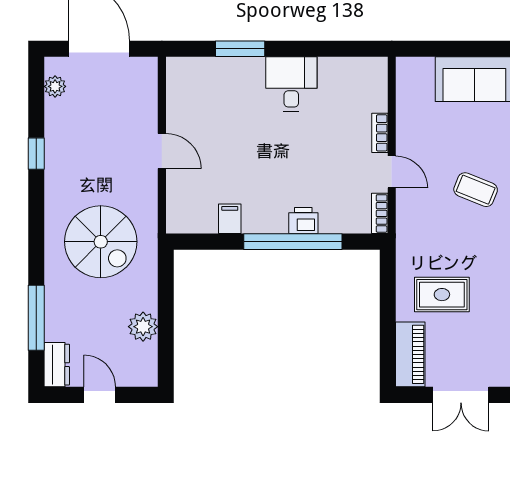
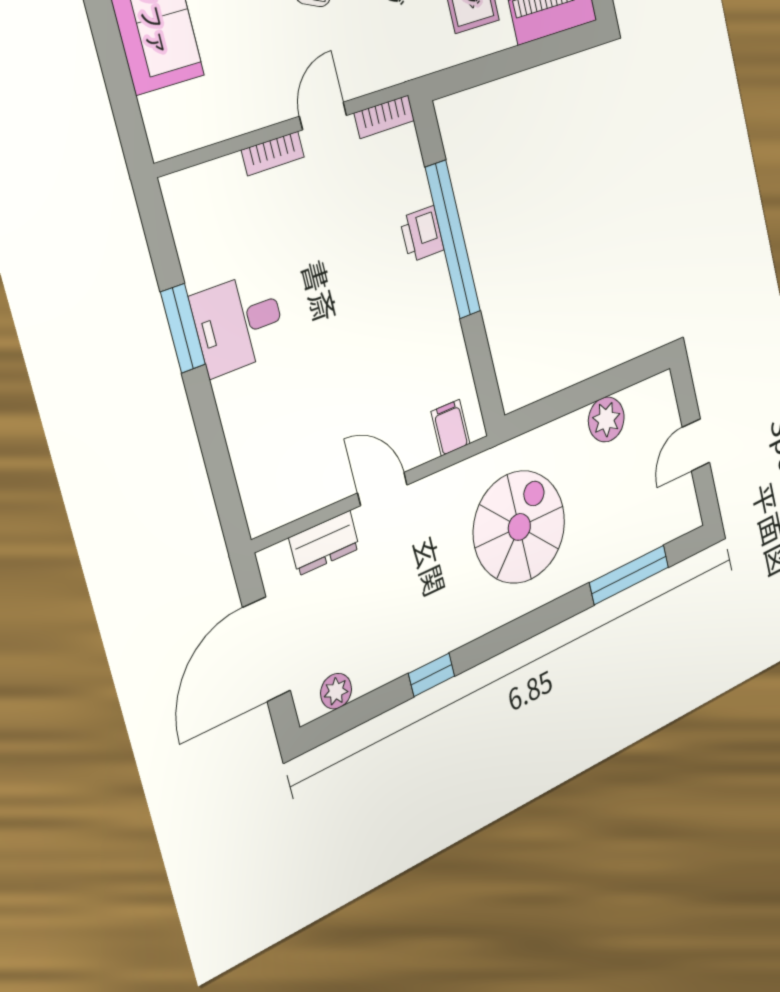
window: (240, 49) -> (183, 328), moved
door: (162, 151) -> (382, 489), hinge flipped
filing cabinet: (230, 219) -> (450, 428), moved, turned 90
dresser: (57, 365) -> (324, 543), moved, turned 180

